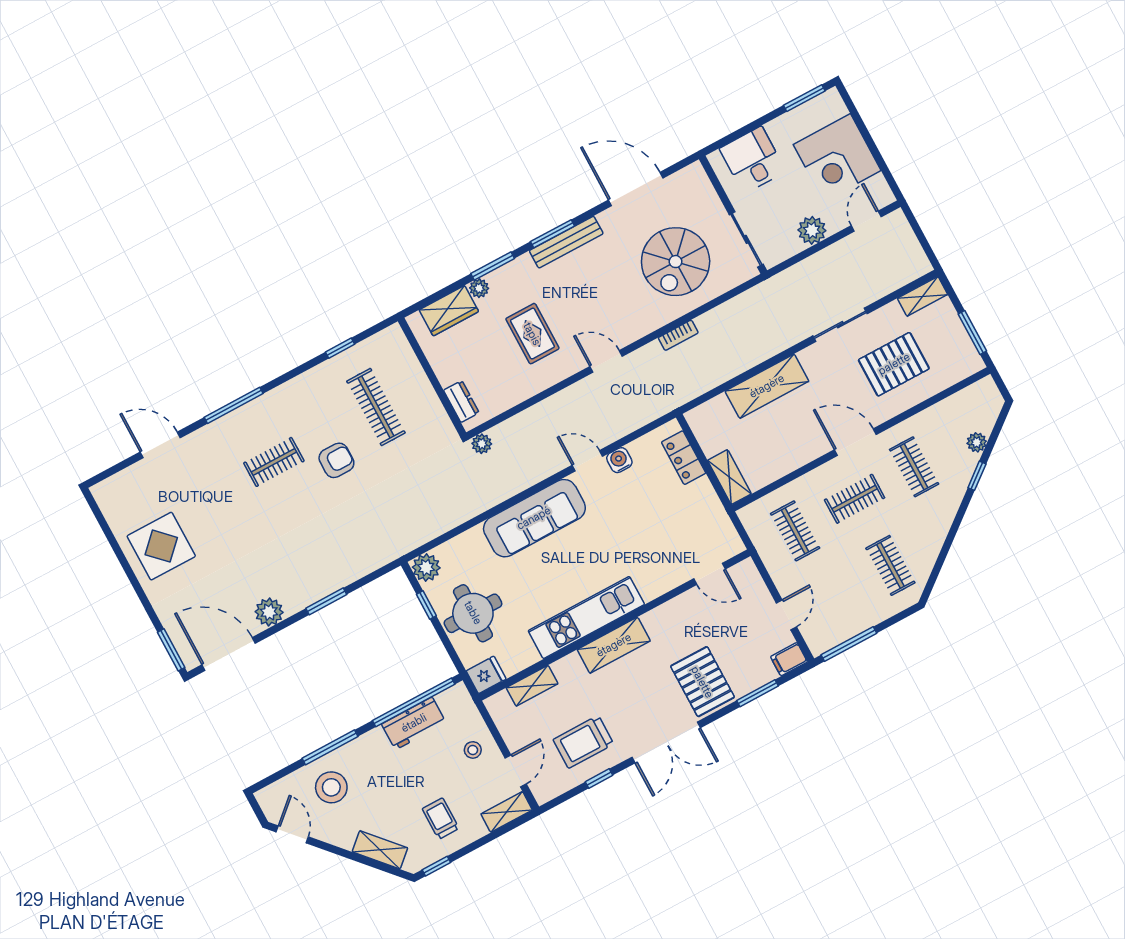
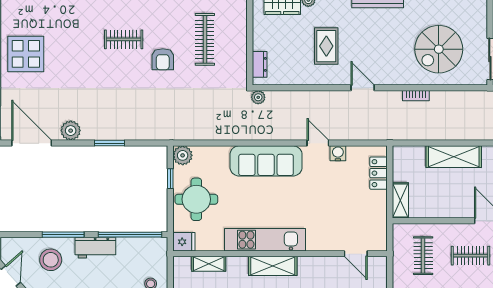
armchair: (336, 460) -> (163, 59), turned 90
workbench: (414, 723) -> (95, 248), moved

